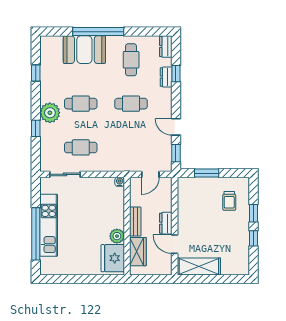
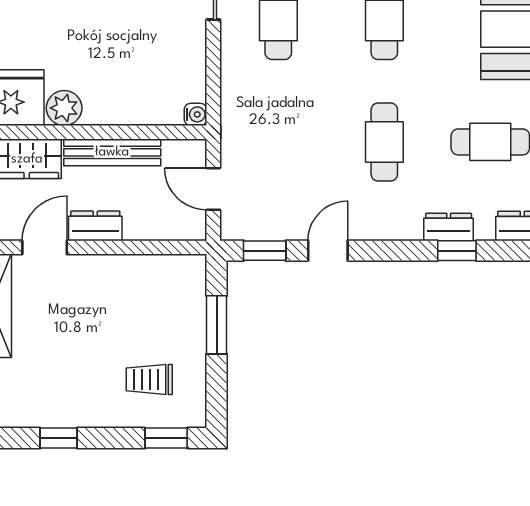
window: (254, 213) -> (166, 438), moved
bench: (135, 222) -> (112, 152), width x1.36

